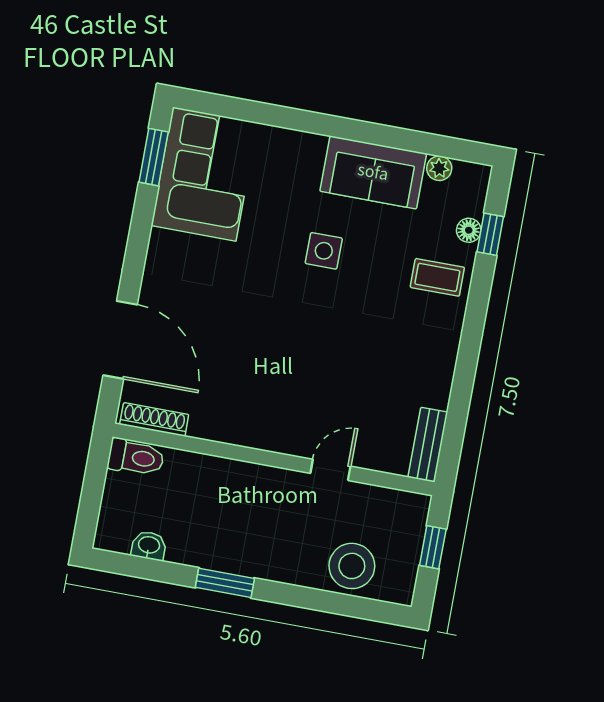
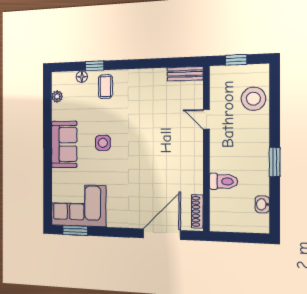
sofa: (373, 172) -> (64, 144), moved
window: (490, 234) -> (95, 66), moved
toilet: (136, 457) -> (223, 181), moved, turned 90

